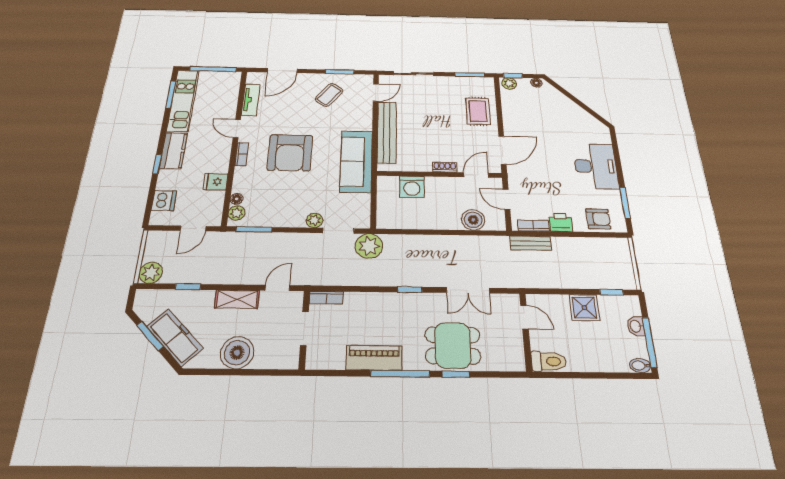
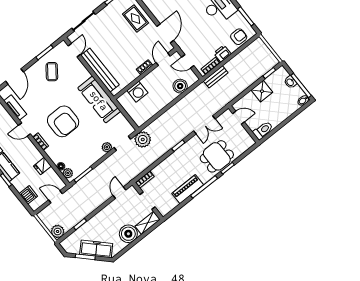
door: (193, 228) -> (55, 197), swing flipped
shelving: (237, 299) -> (148, 223), moved

